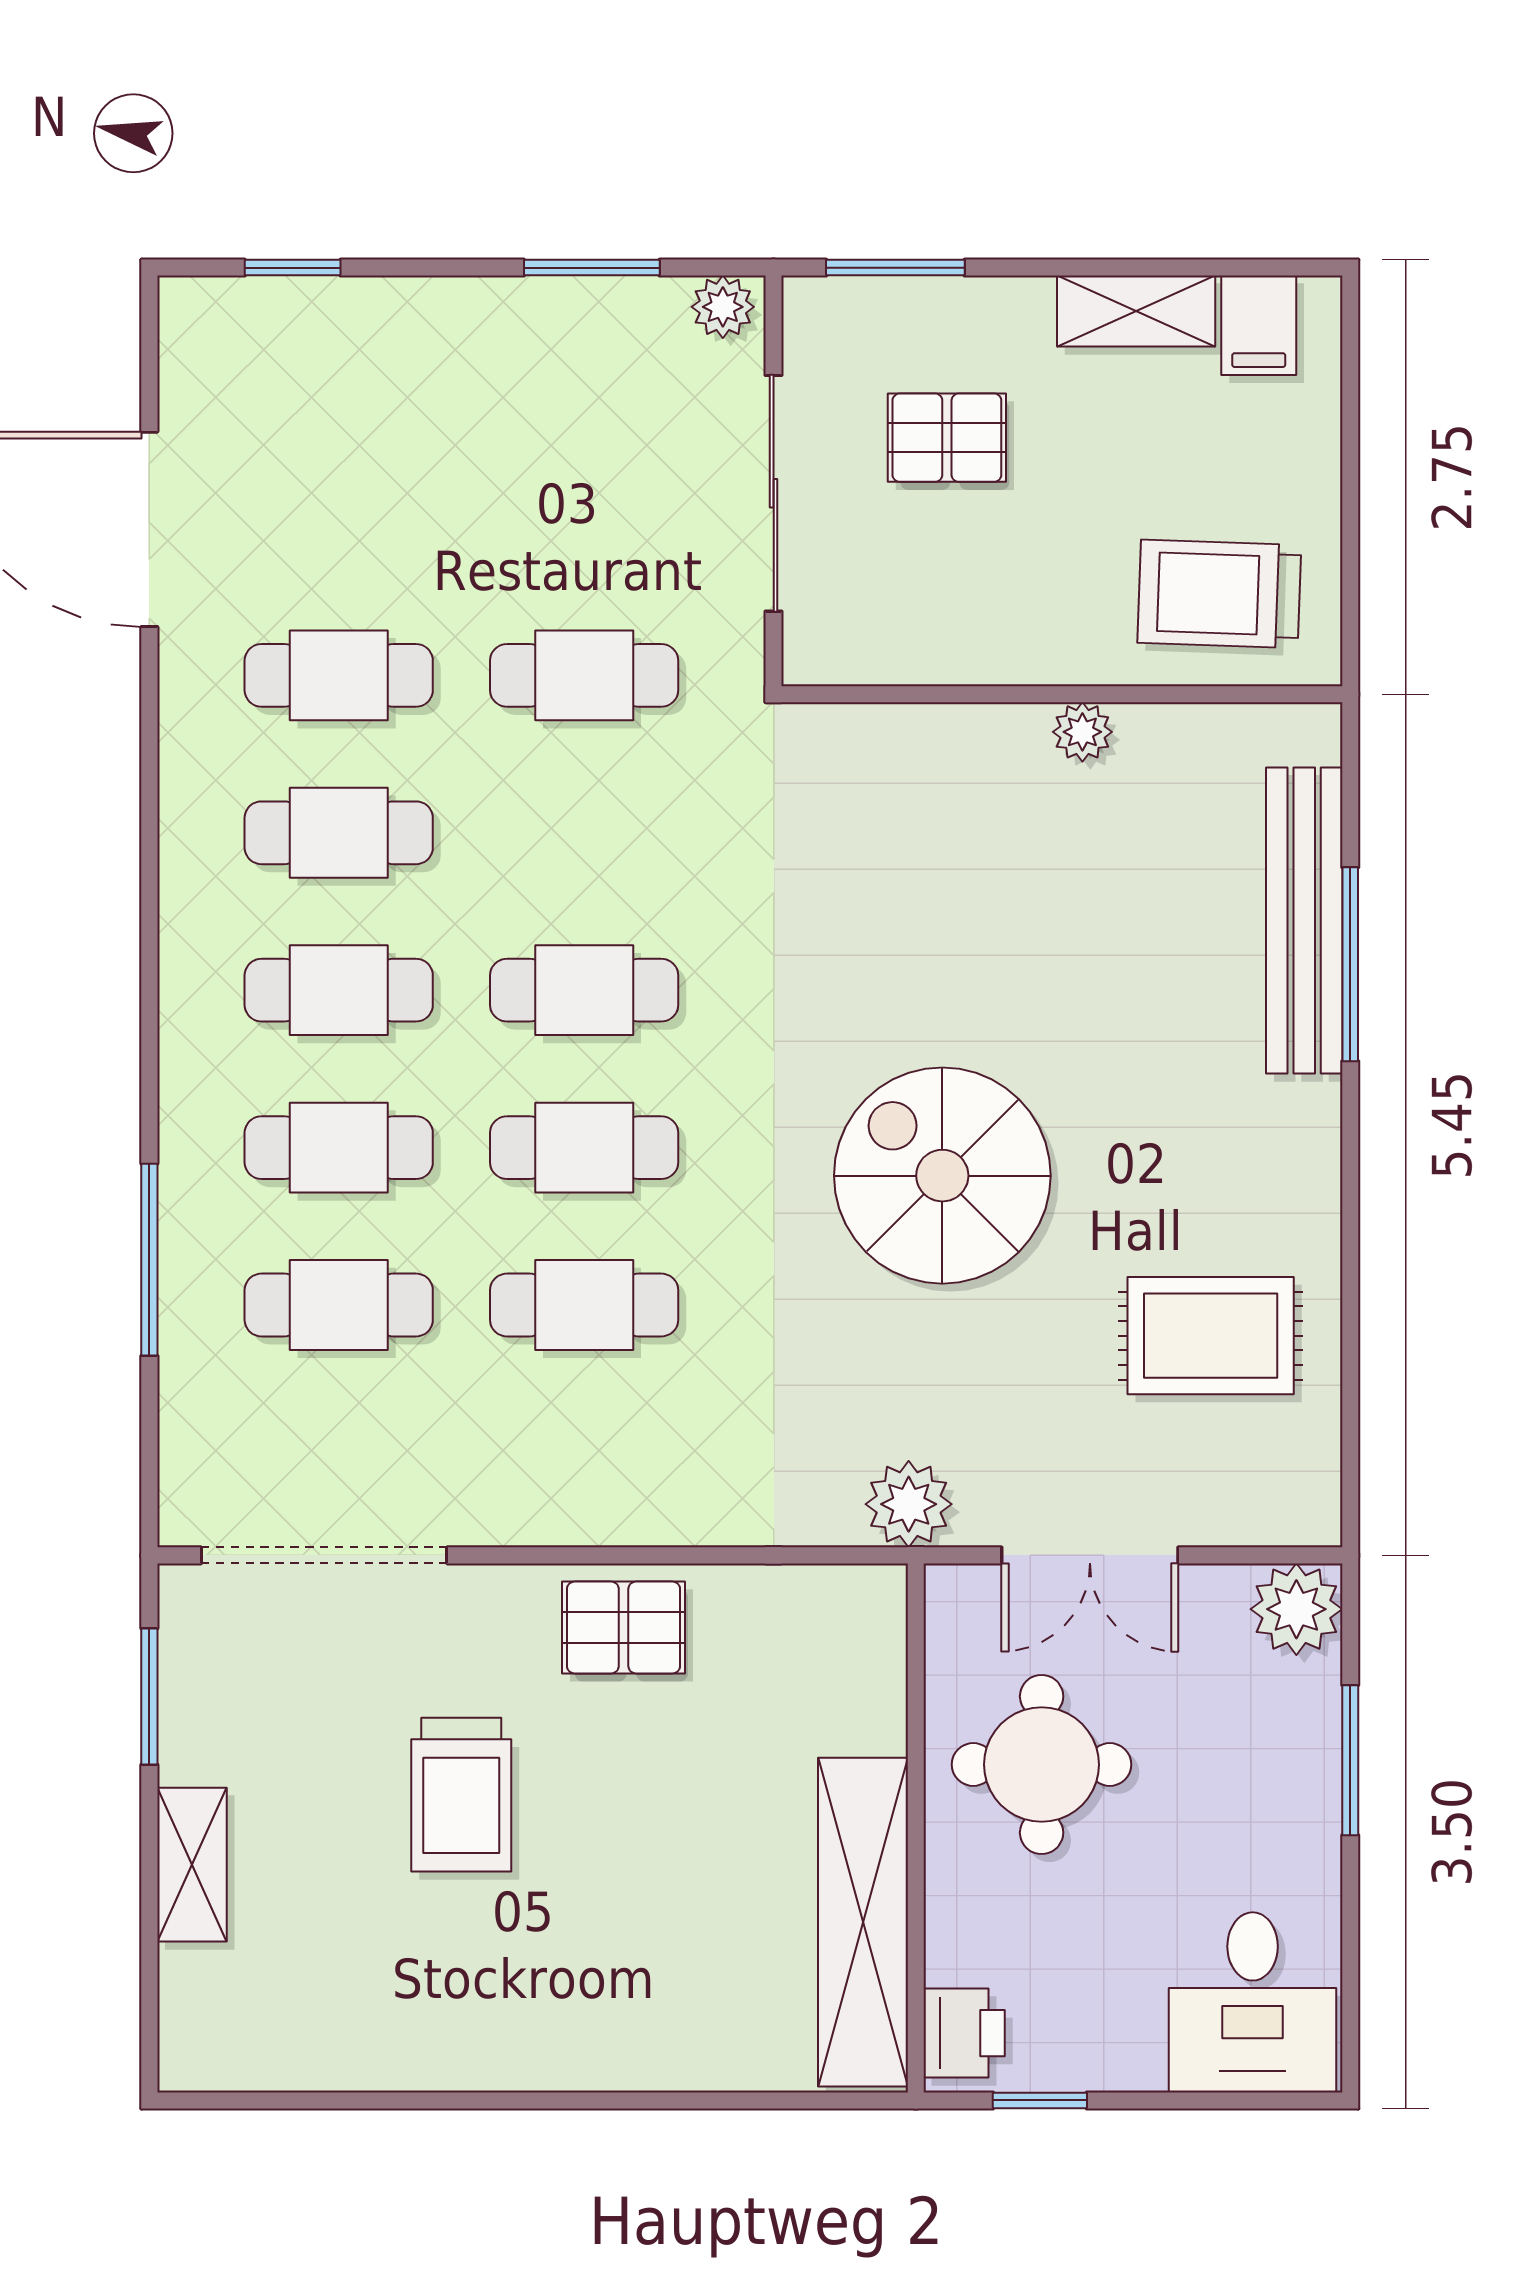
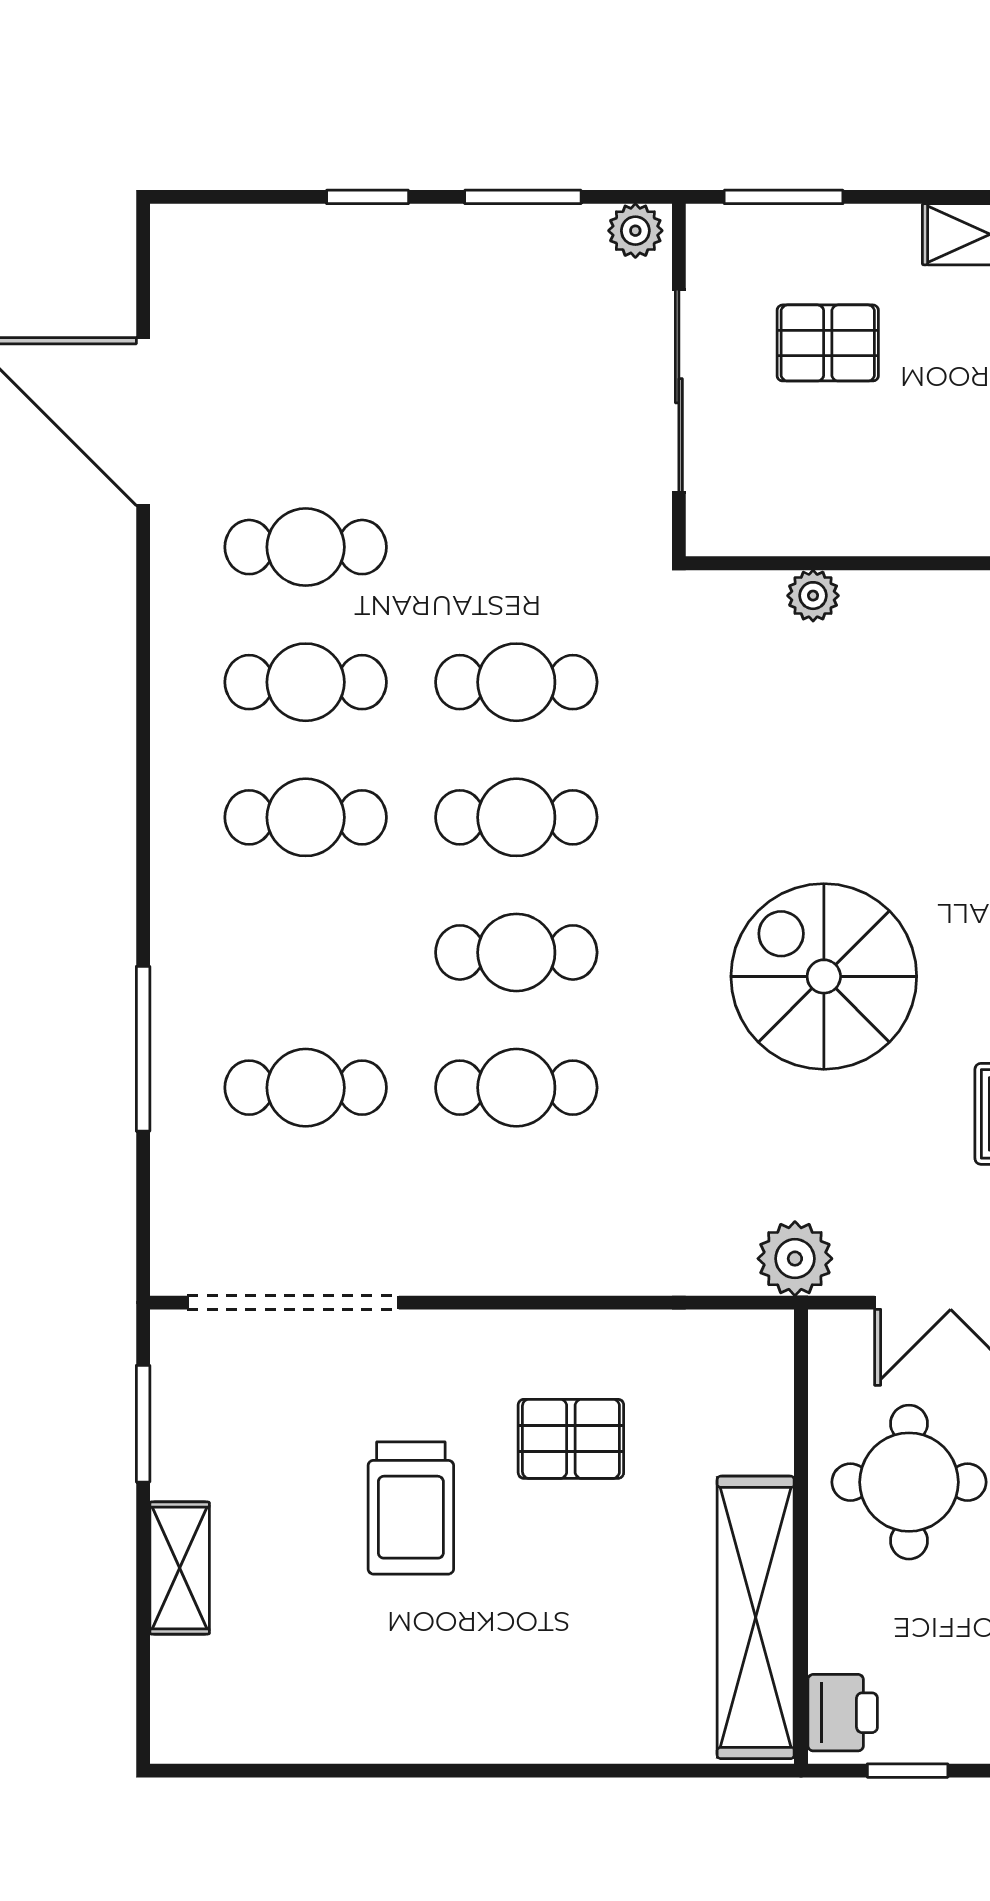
window: (293, 268) -> (368, 197), moved
cafe table: (584, 675) -> (516, 682), moved
plant: (1082, 732) -> (813, 596), moved
cafe table: (339, 1148) -> (306, 952), removed
pallet: (624, 1627) -> (571, 1439), moved

